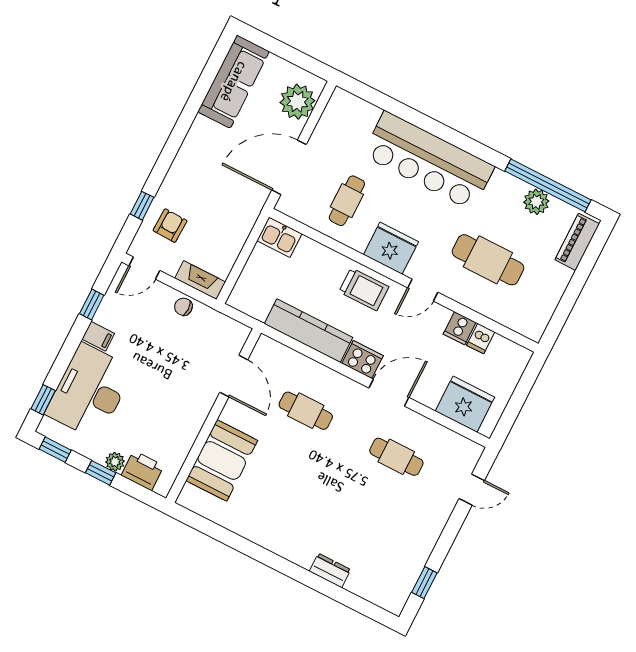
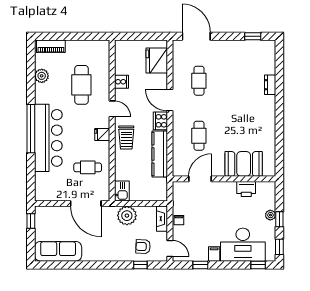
window: (306, 62) -> (31, 221), added
plant: (297, 102) -> (127, 216), moved
window: (548, 185) -> (31, 129), moved
fridge: (391, 248) -> (102, 135), width x0.53, depth x0.75
trolley: (364, 289) -> (126, 138), turned 180
dishwasher: (481, 339) -> (121, 69), removed
printer: (143, 471) -> (246, 189), moved, turned -90
door: (472, 490) -> (196, 36), width x1.88

